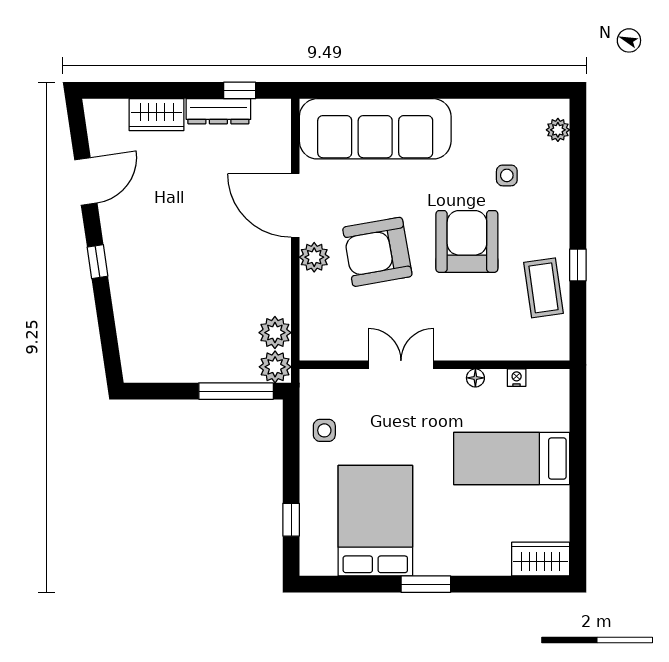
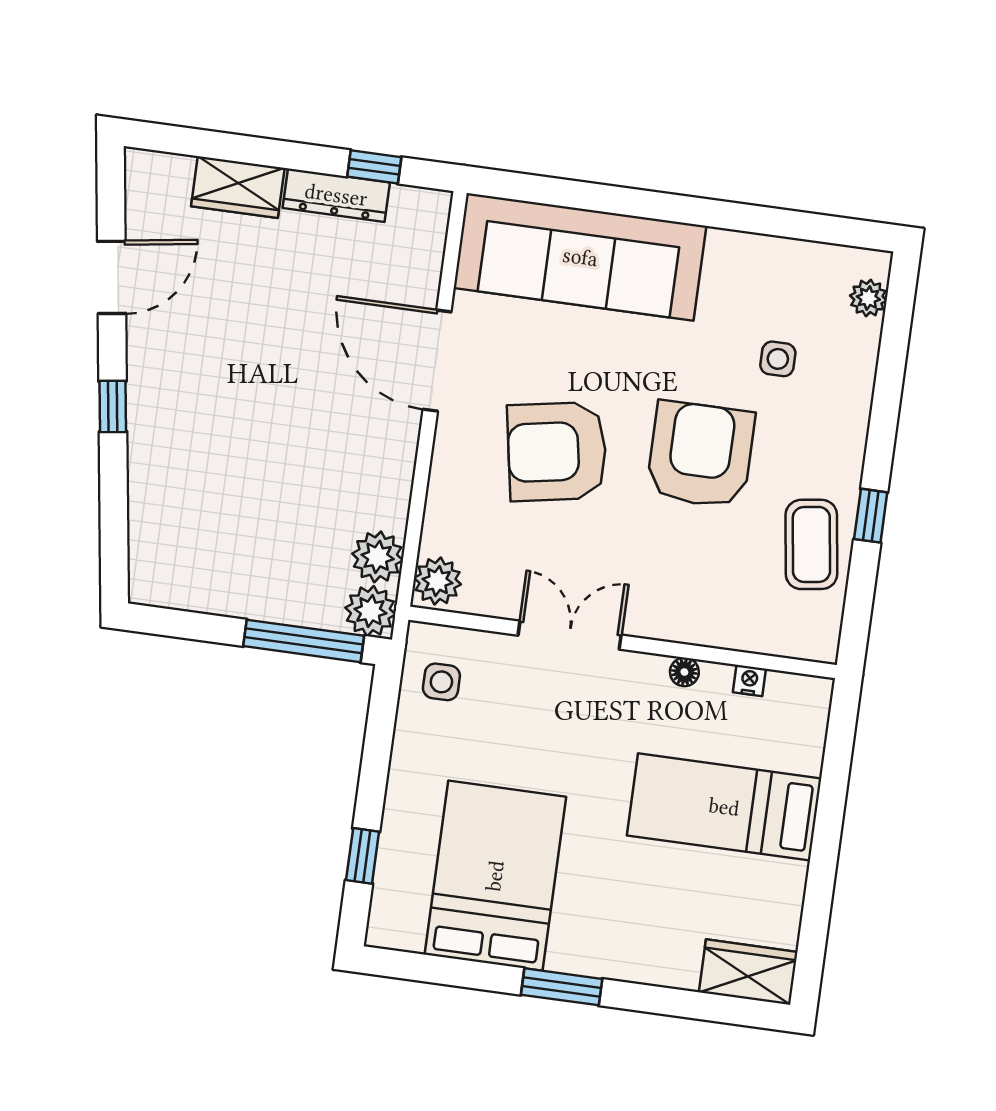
plant: (314, 257) -> (438, 581), moved
side table: (324, 430) -> (441, 682), moved

